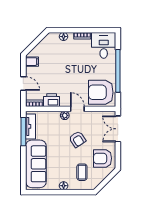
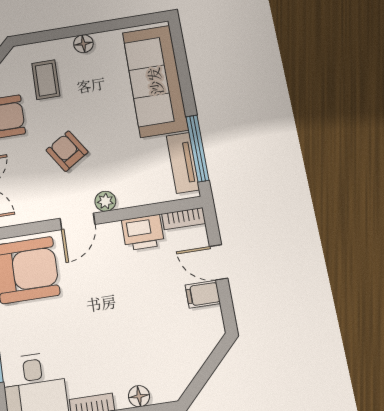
filing cabinet: (32, 62) -> (203, 294), moved
door: (77, 109) -> (78, 221), hinge flipped

